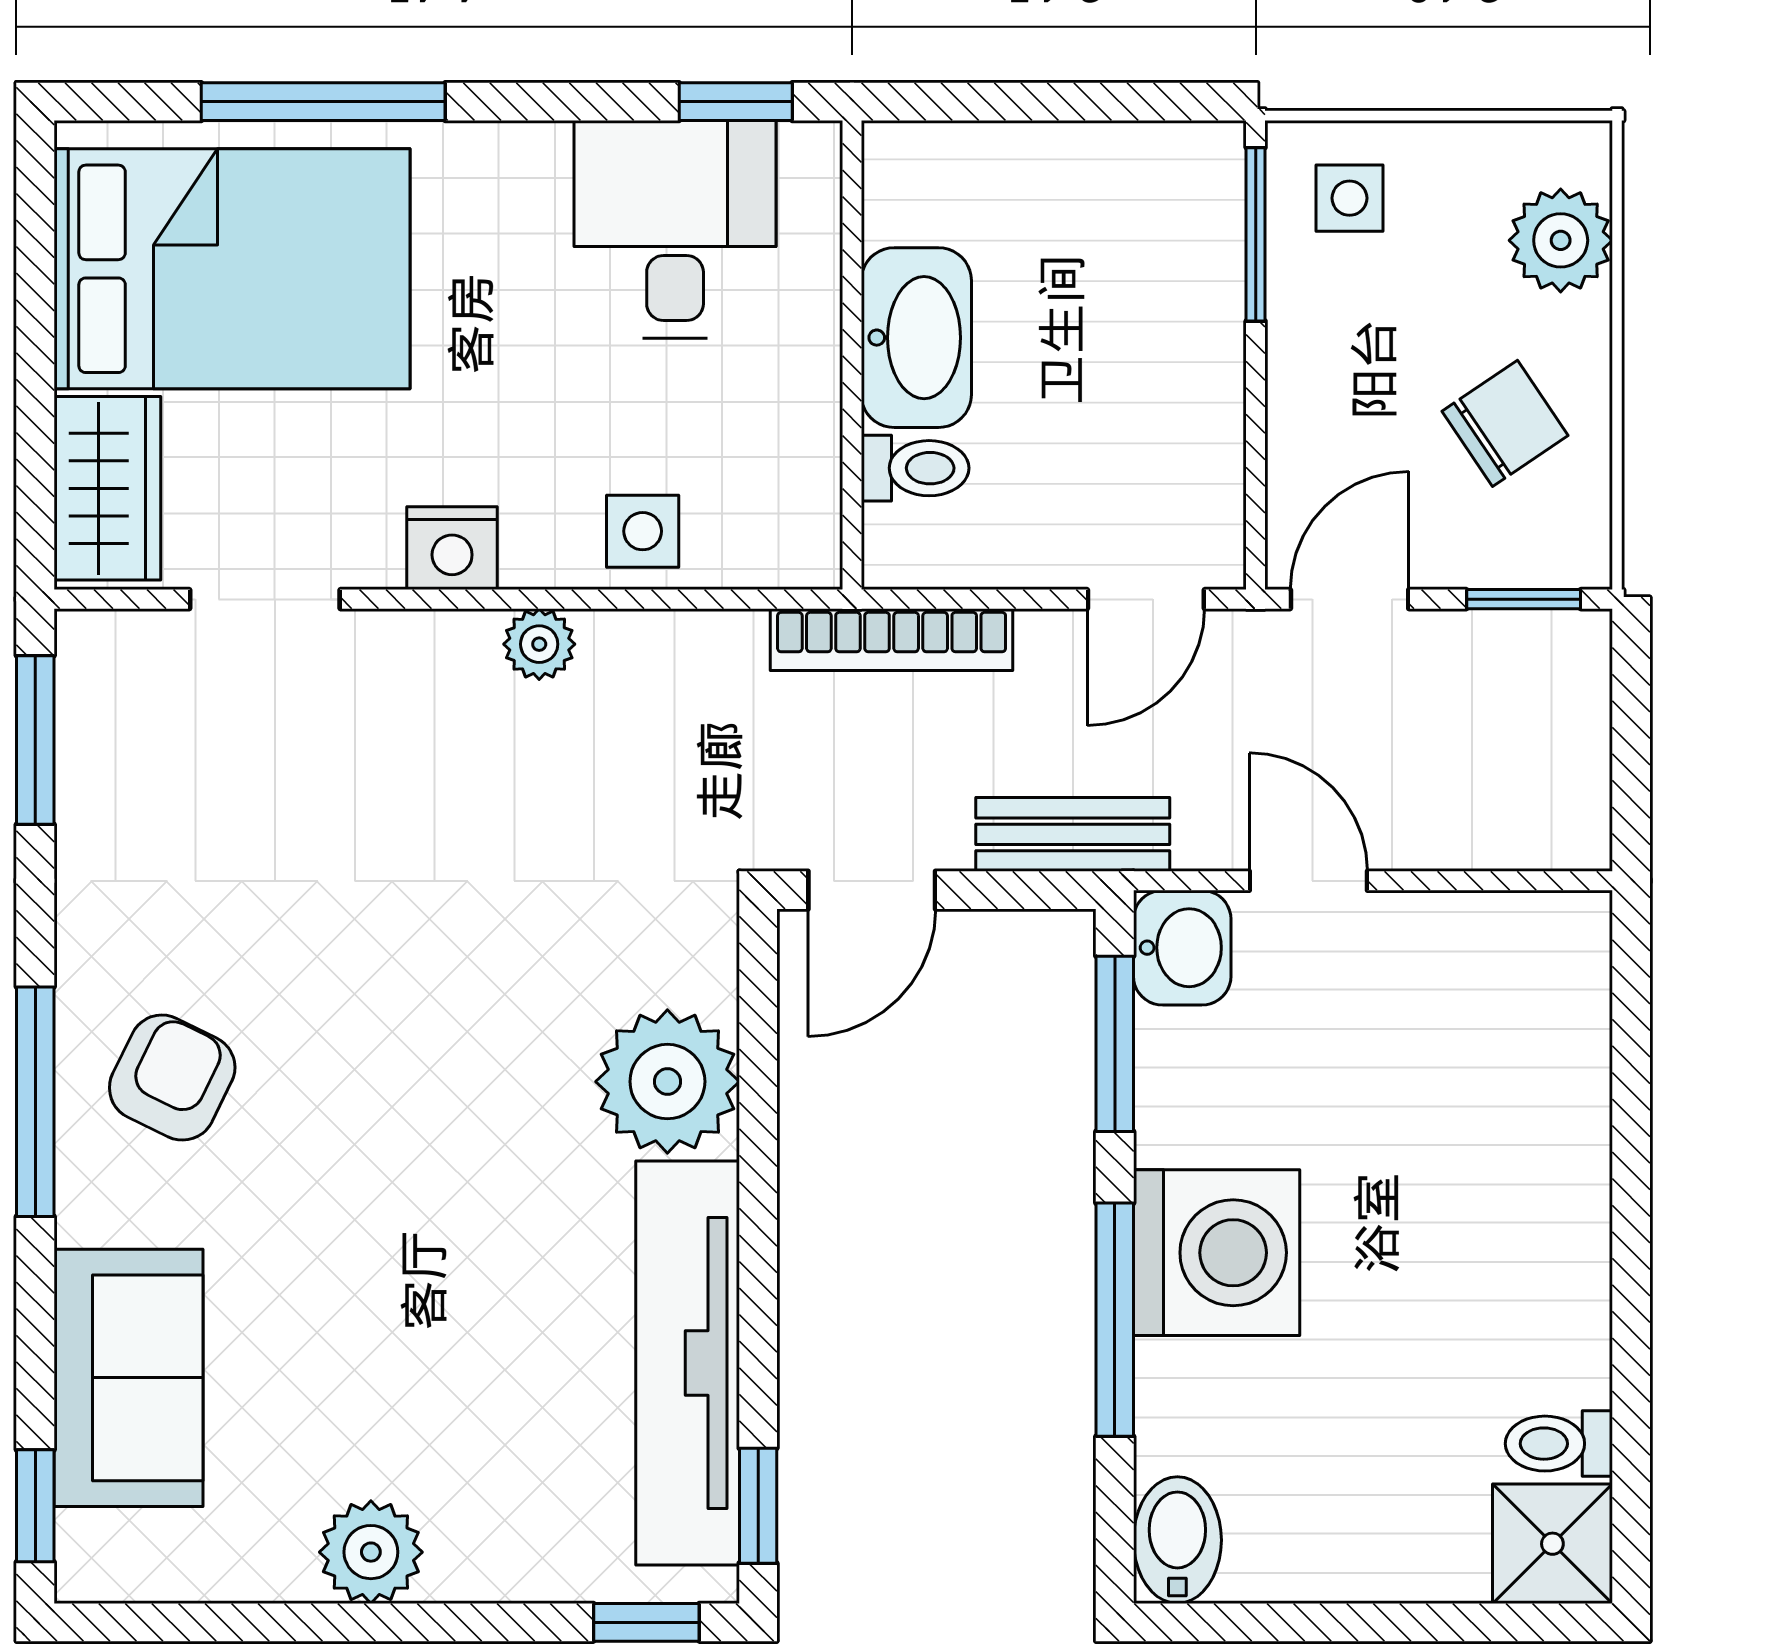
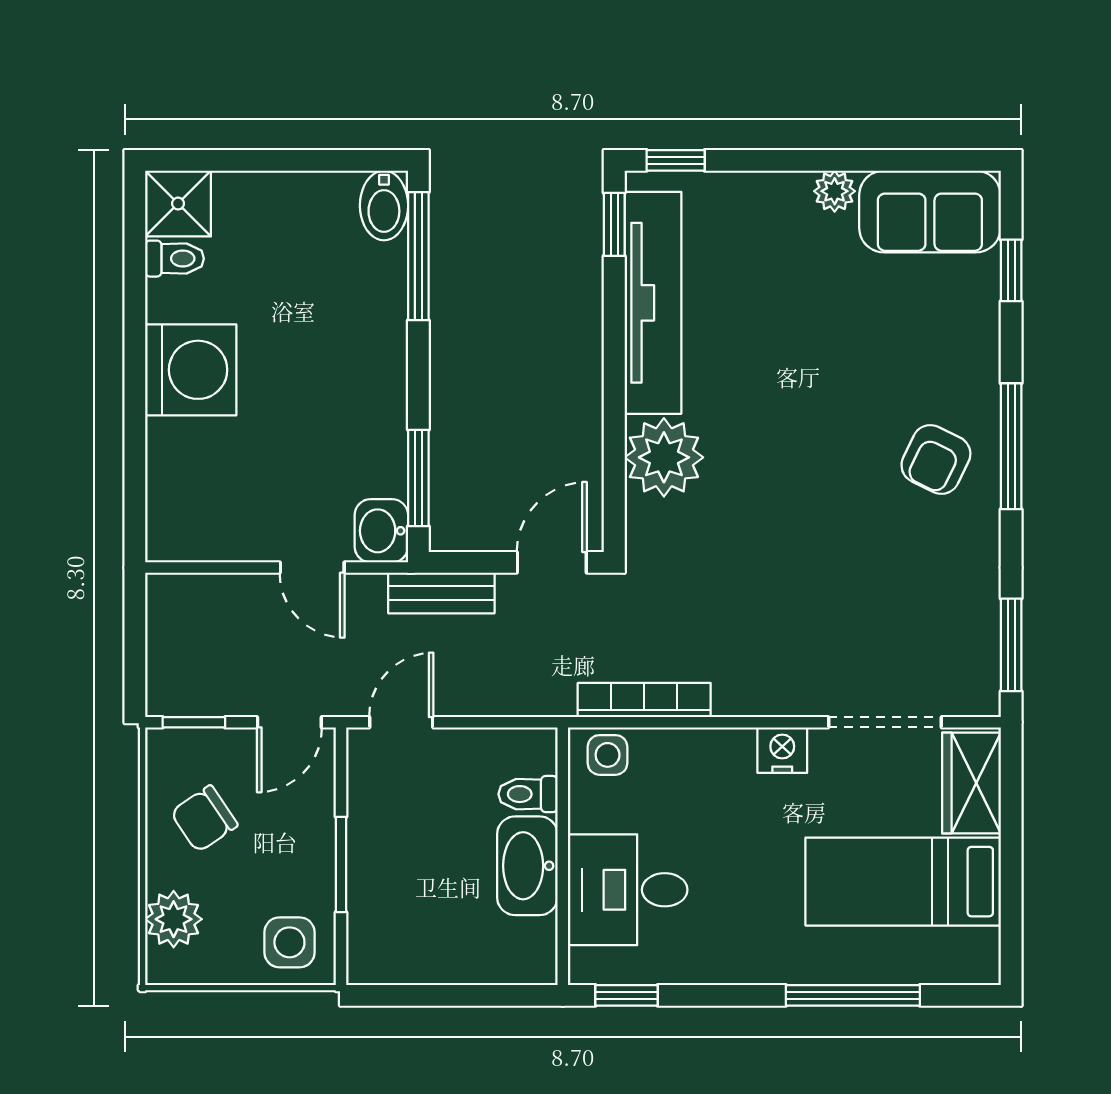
side table: (1349, 198) -> (289, 942), width x1.37, depth x1.37
desk: (675, 229) -> (628, 890), moved, turned 90
window: (1256, 234) -> (341, 864), moved
bed: (232, 269) -> (903, 882), width x0.67
side table: (643, 531) -> (608, 755), moved
doorway: (265, 599) -> (885, 722), width x1.38
bookcase: (892, 640) -> (644, 700), moved
plant: (539, 644) -> (734, 697), removed
washing machine: (1217, 1253) -> (191, 370), moved, turned 180
window: (1115, 1320) -> (418, 256), moved
sofa: (128, 1378) -> (930, 212), moved, turned -90
window: (35, 1506) -> (1011, 270), moved
plant: (371, 1552) -> (835, 191), width x0.73, depth x0.73

